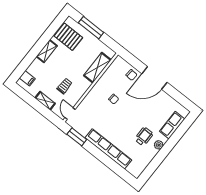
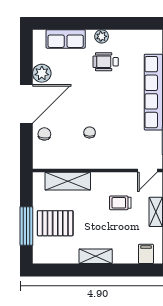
pallet: (68, 37) -> (55, 223), moved, turned 90
door: (155, 78) -> (26, 104), hinge flipped
plant: (164, 99) -> (42, 73), added

